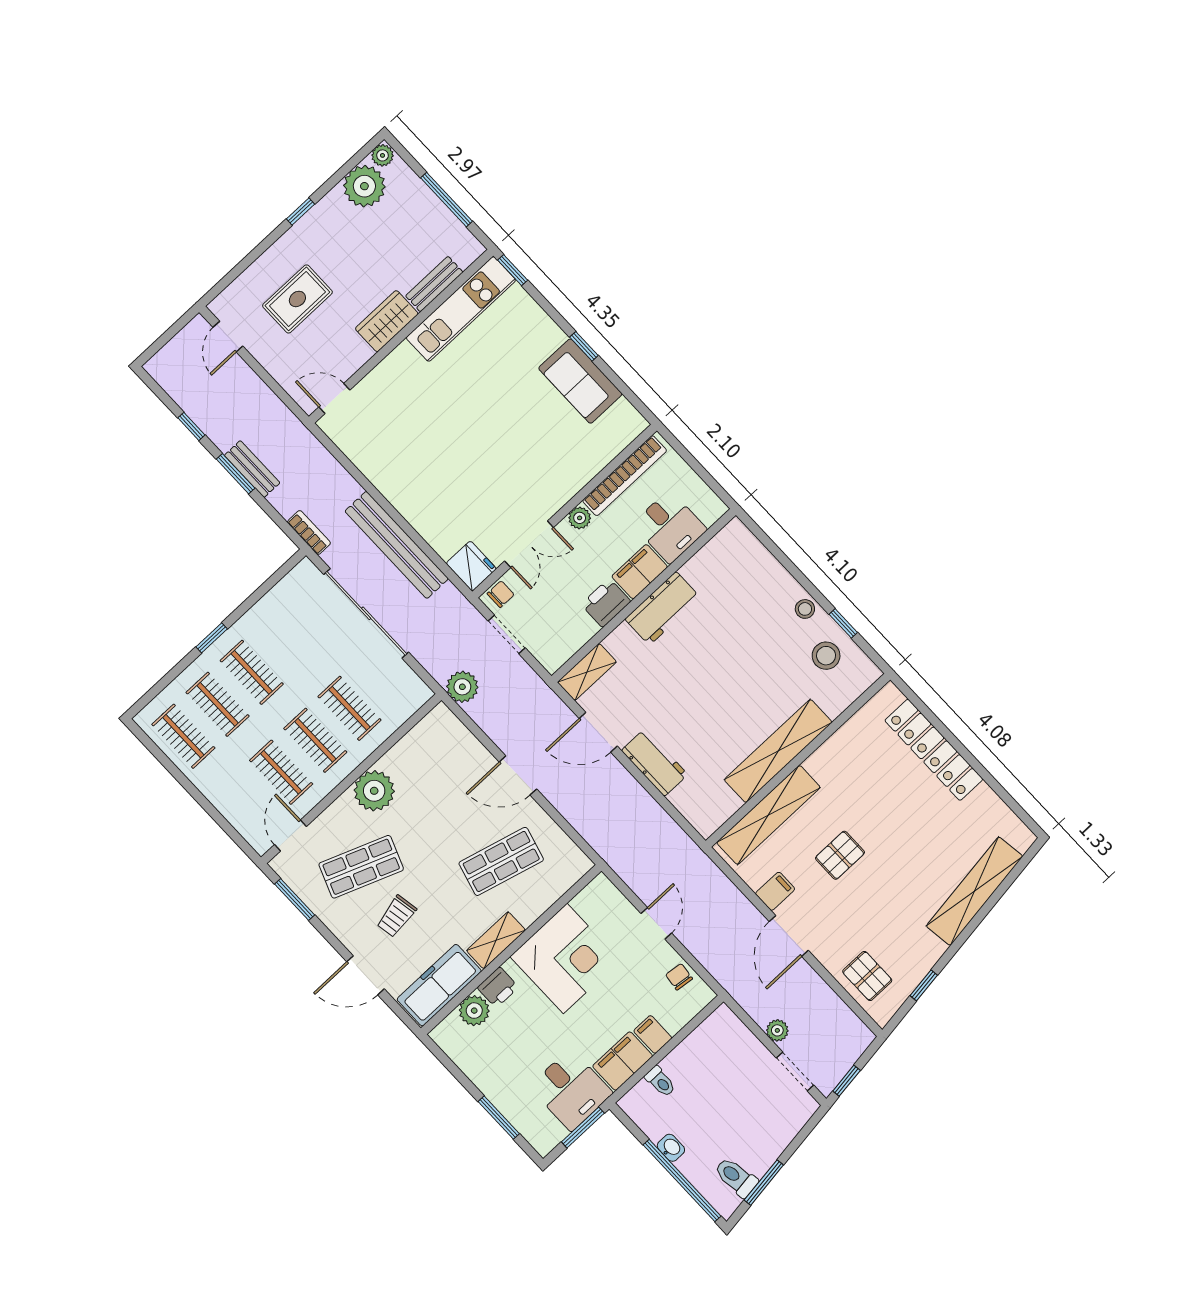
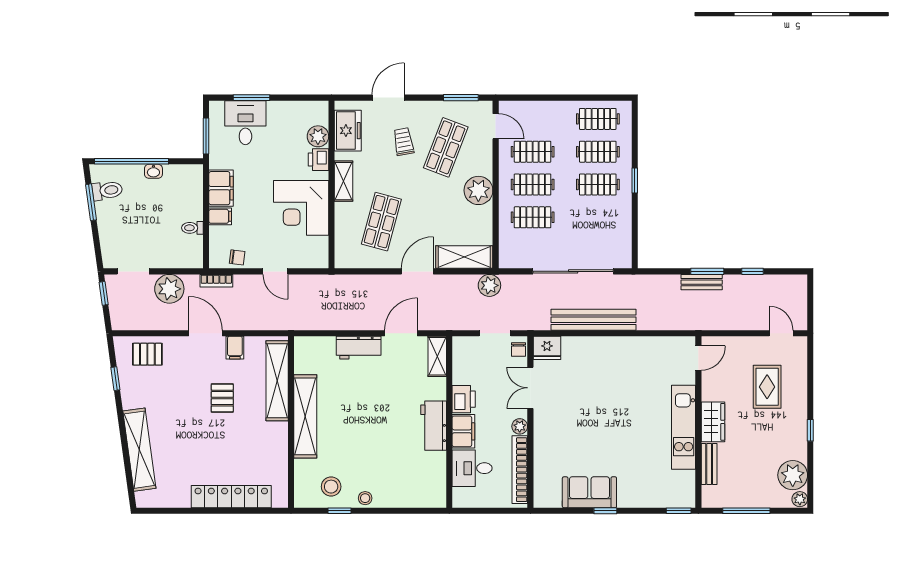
kitchen unit: (461, 309) -> (684, 427), moved
bookcase: (309, 533) -> (216, 281), moved
shelving: (457, 741) -> (464, 257), added
freezer: (439, 985) -> (348, 131), width x0.71
plant: (777, 1030) -> (169, 289), width x1.88, depth x1.88
toilet: (660, 1082) -> (192, 228), moved
desk: (571, 1090) -> (245, 123), moved, turned 90

